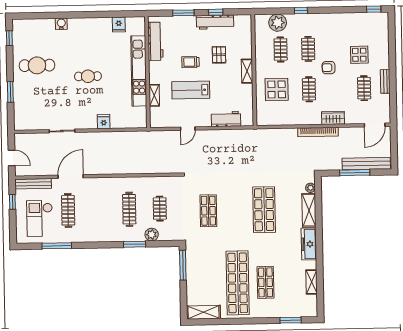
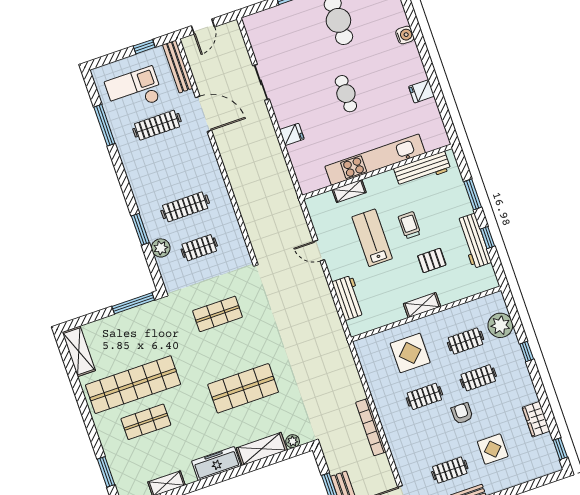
fridge: (119, 25) -> (422, 91), moved
wardrobe: (333, 118) -> (536, 419), moved, turned 180

